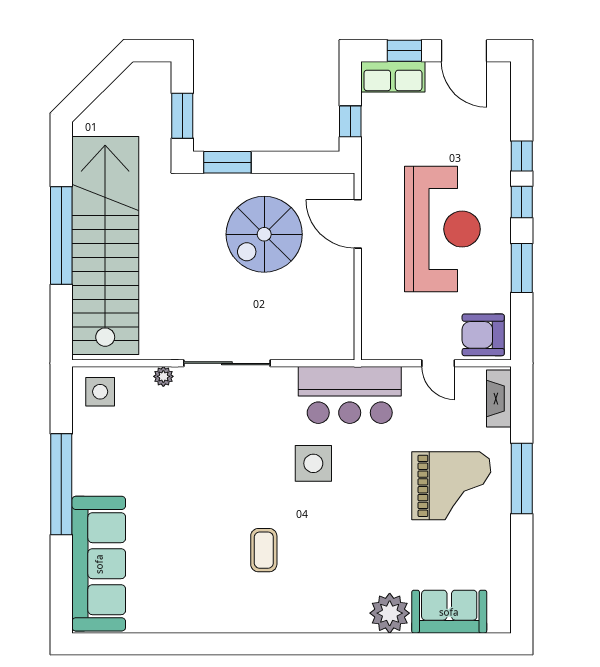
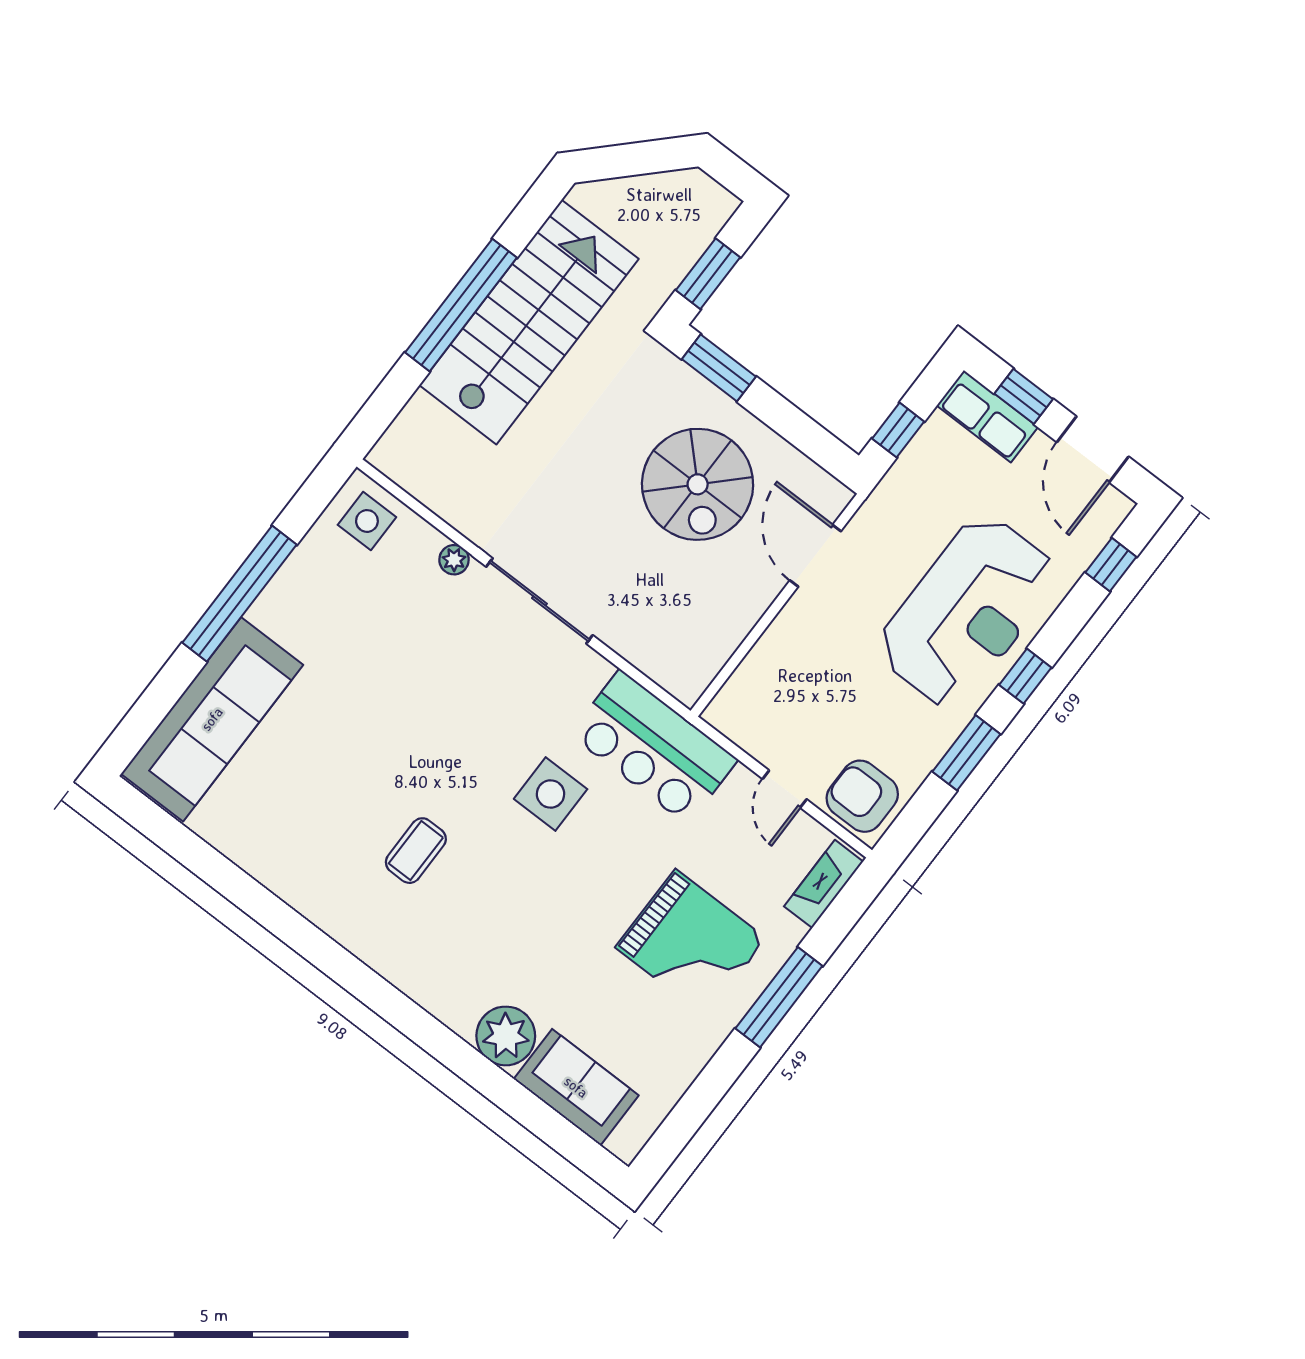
window: (522, 156) -> (1111, 565), moved
reception desk: (442, 229) -> (967, 611), moved
spiral stairs: (264, 234) -> (698, 484), turned -90
stairs: (105, 246) -> (529, 322), width x0.73

